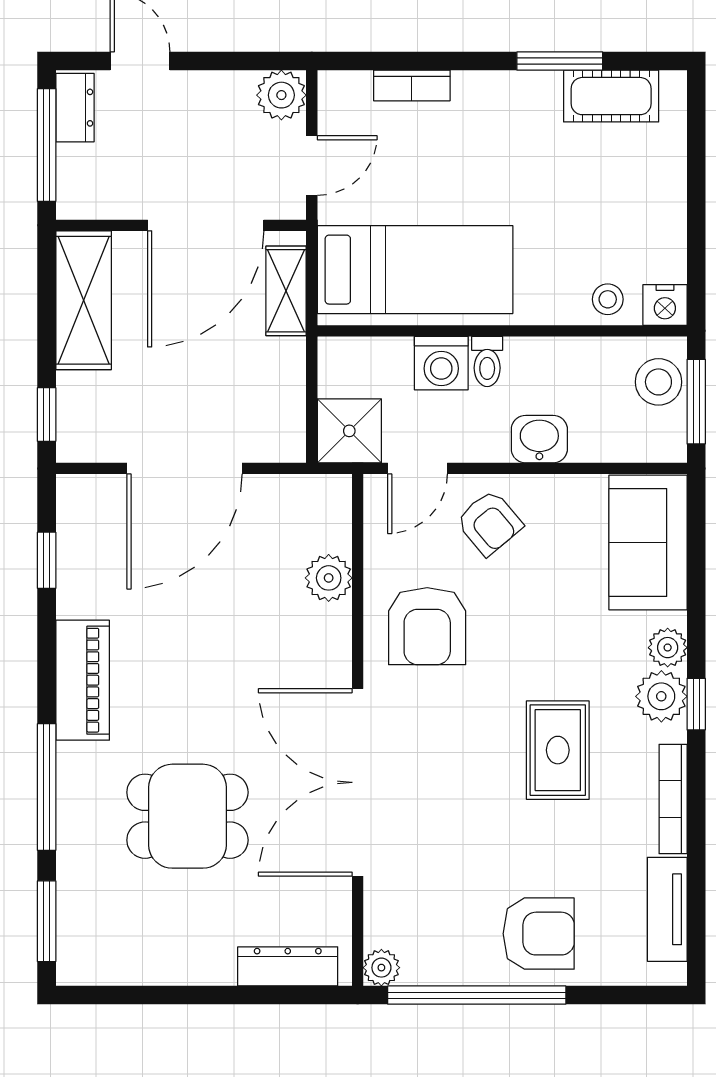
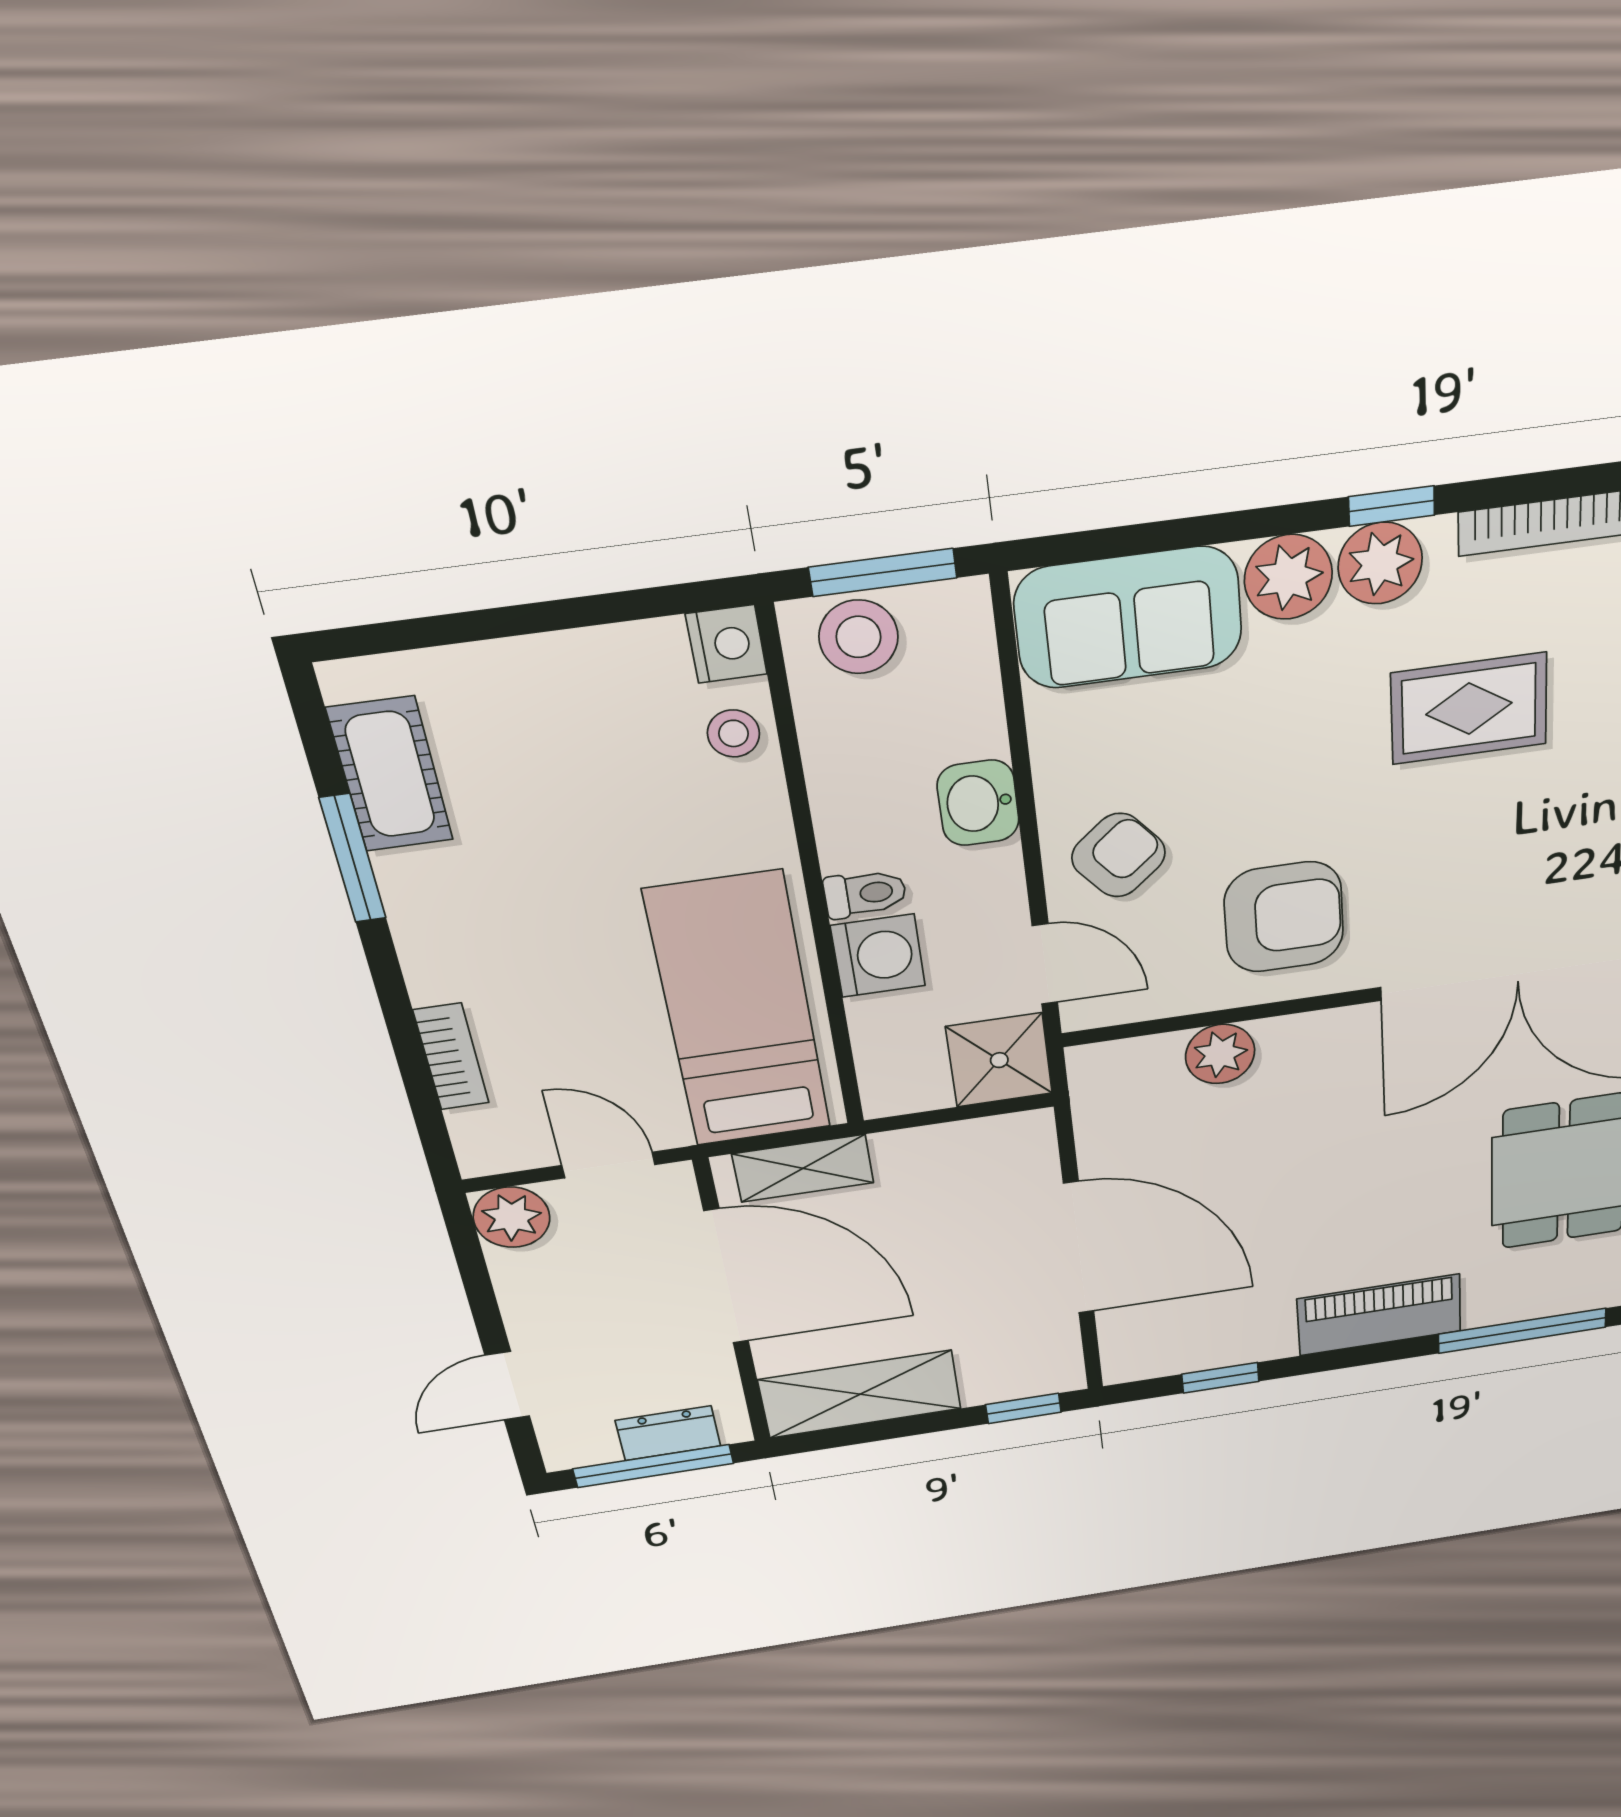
dresser: (75, 108) -> (668, 1433), moved
plant: (668, 648) -> (1288, 577), width x1.38, depth x1.38

